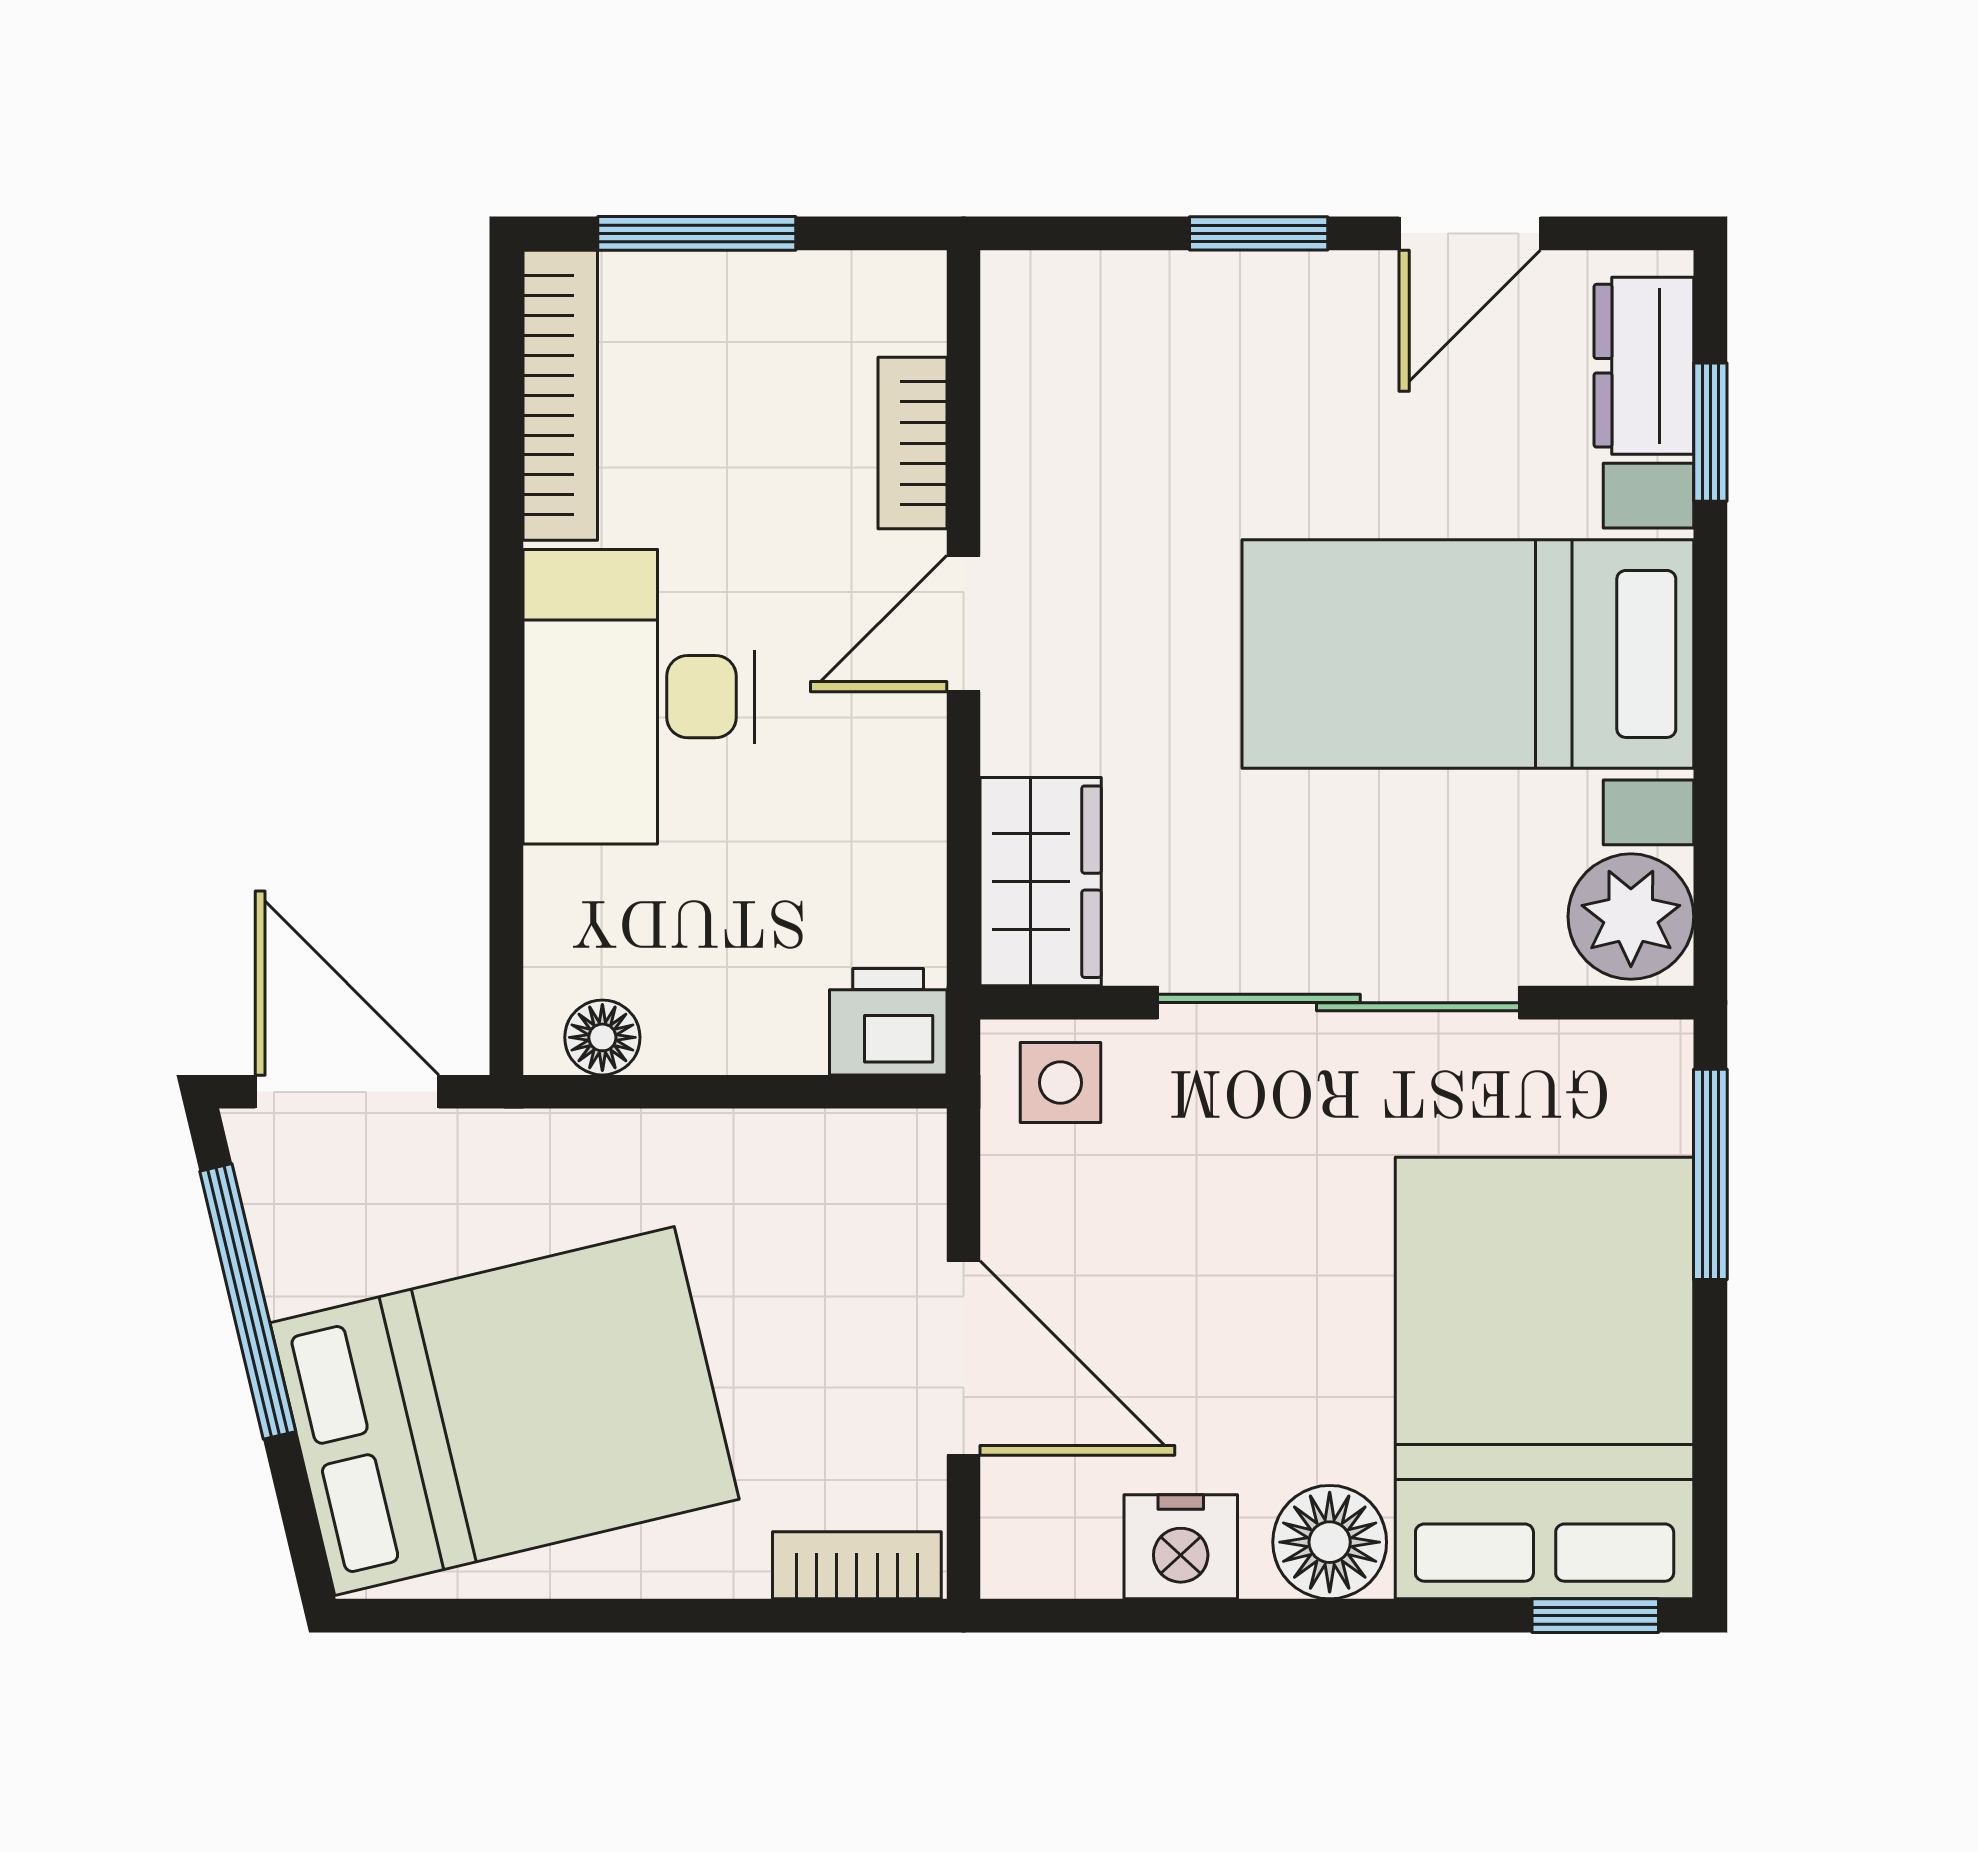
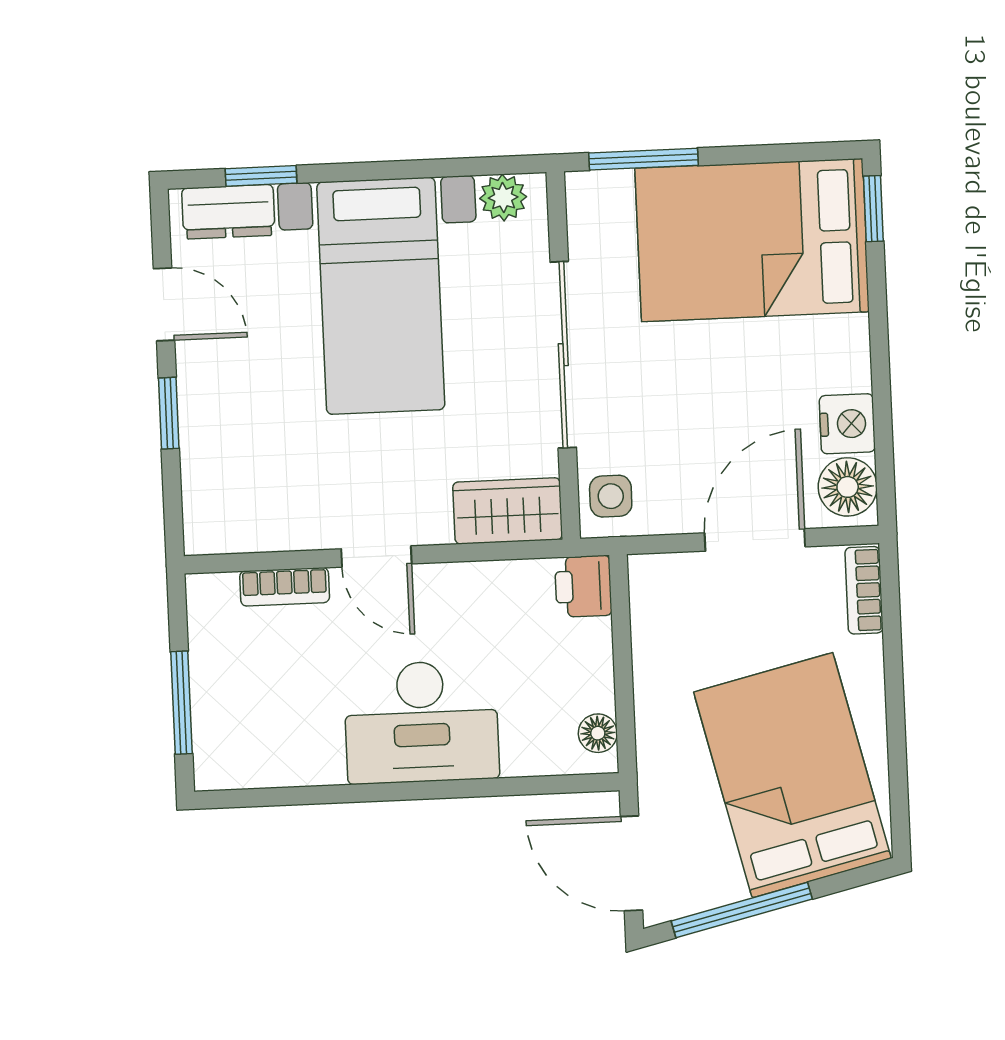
bookcase: (560, 395) -> (268, 769), removed
plant: (1631, 917) -> (503, 198), width x0.73, depth x0.73
door: (347, 1092) -> (632, 863), hinge flipped
floor lamp: (1330, 1542) -> (848, 487), moved

